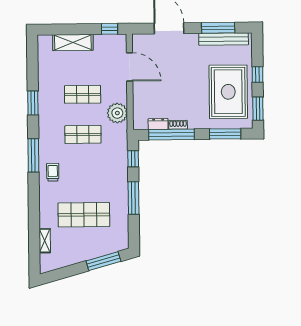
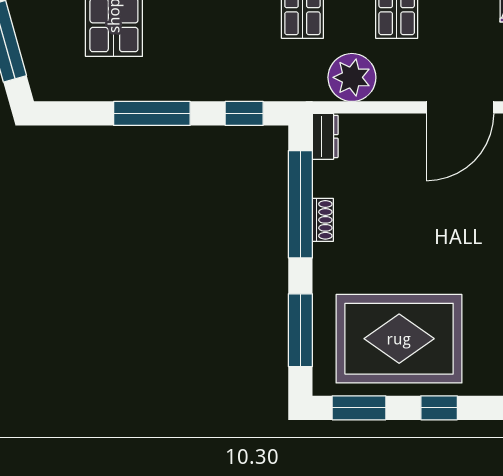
dresser: (158, 124) -> (325, 136), moved

